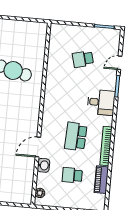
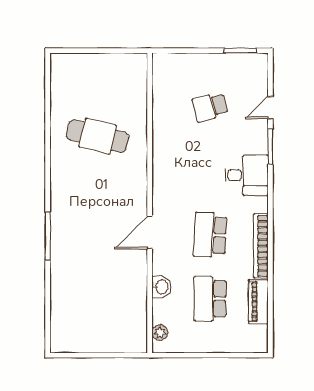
door: (38, 147) -> (150, 232), moved
school desk: (72, 175) -> (210, 299), width x1.85

